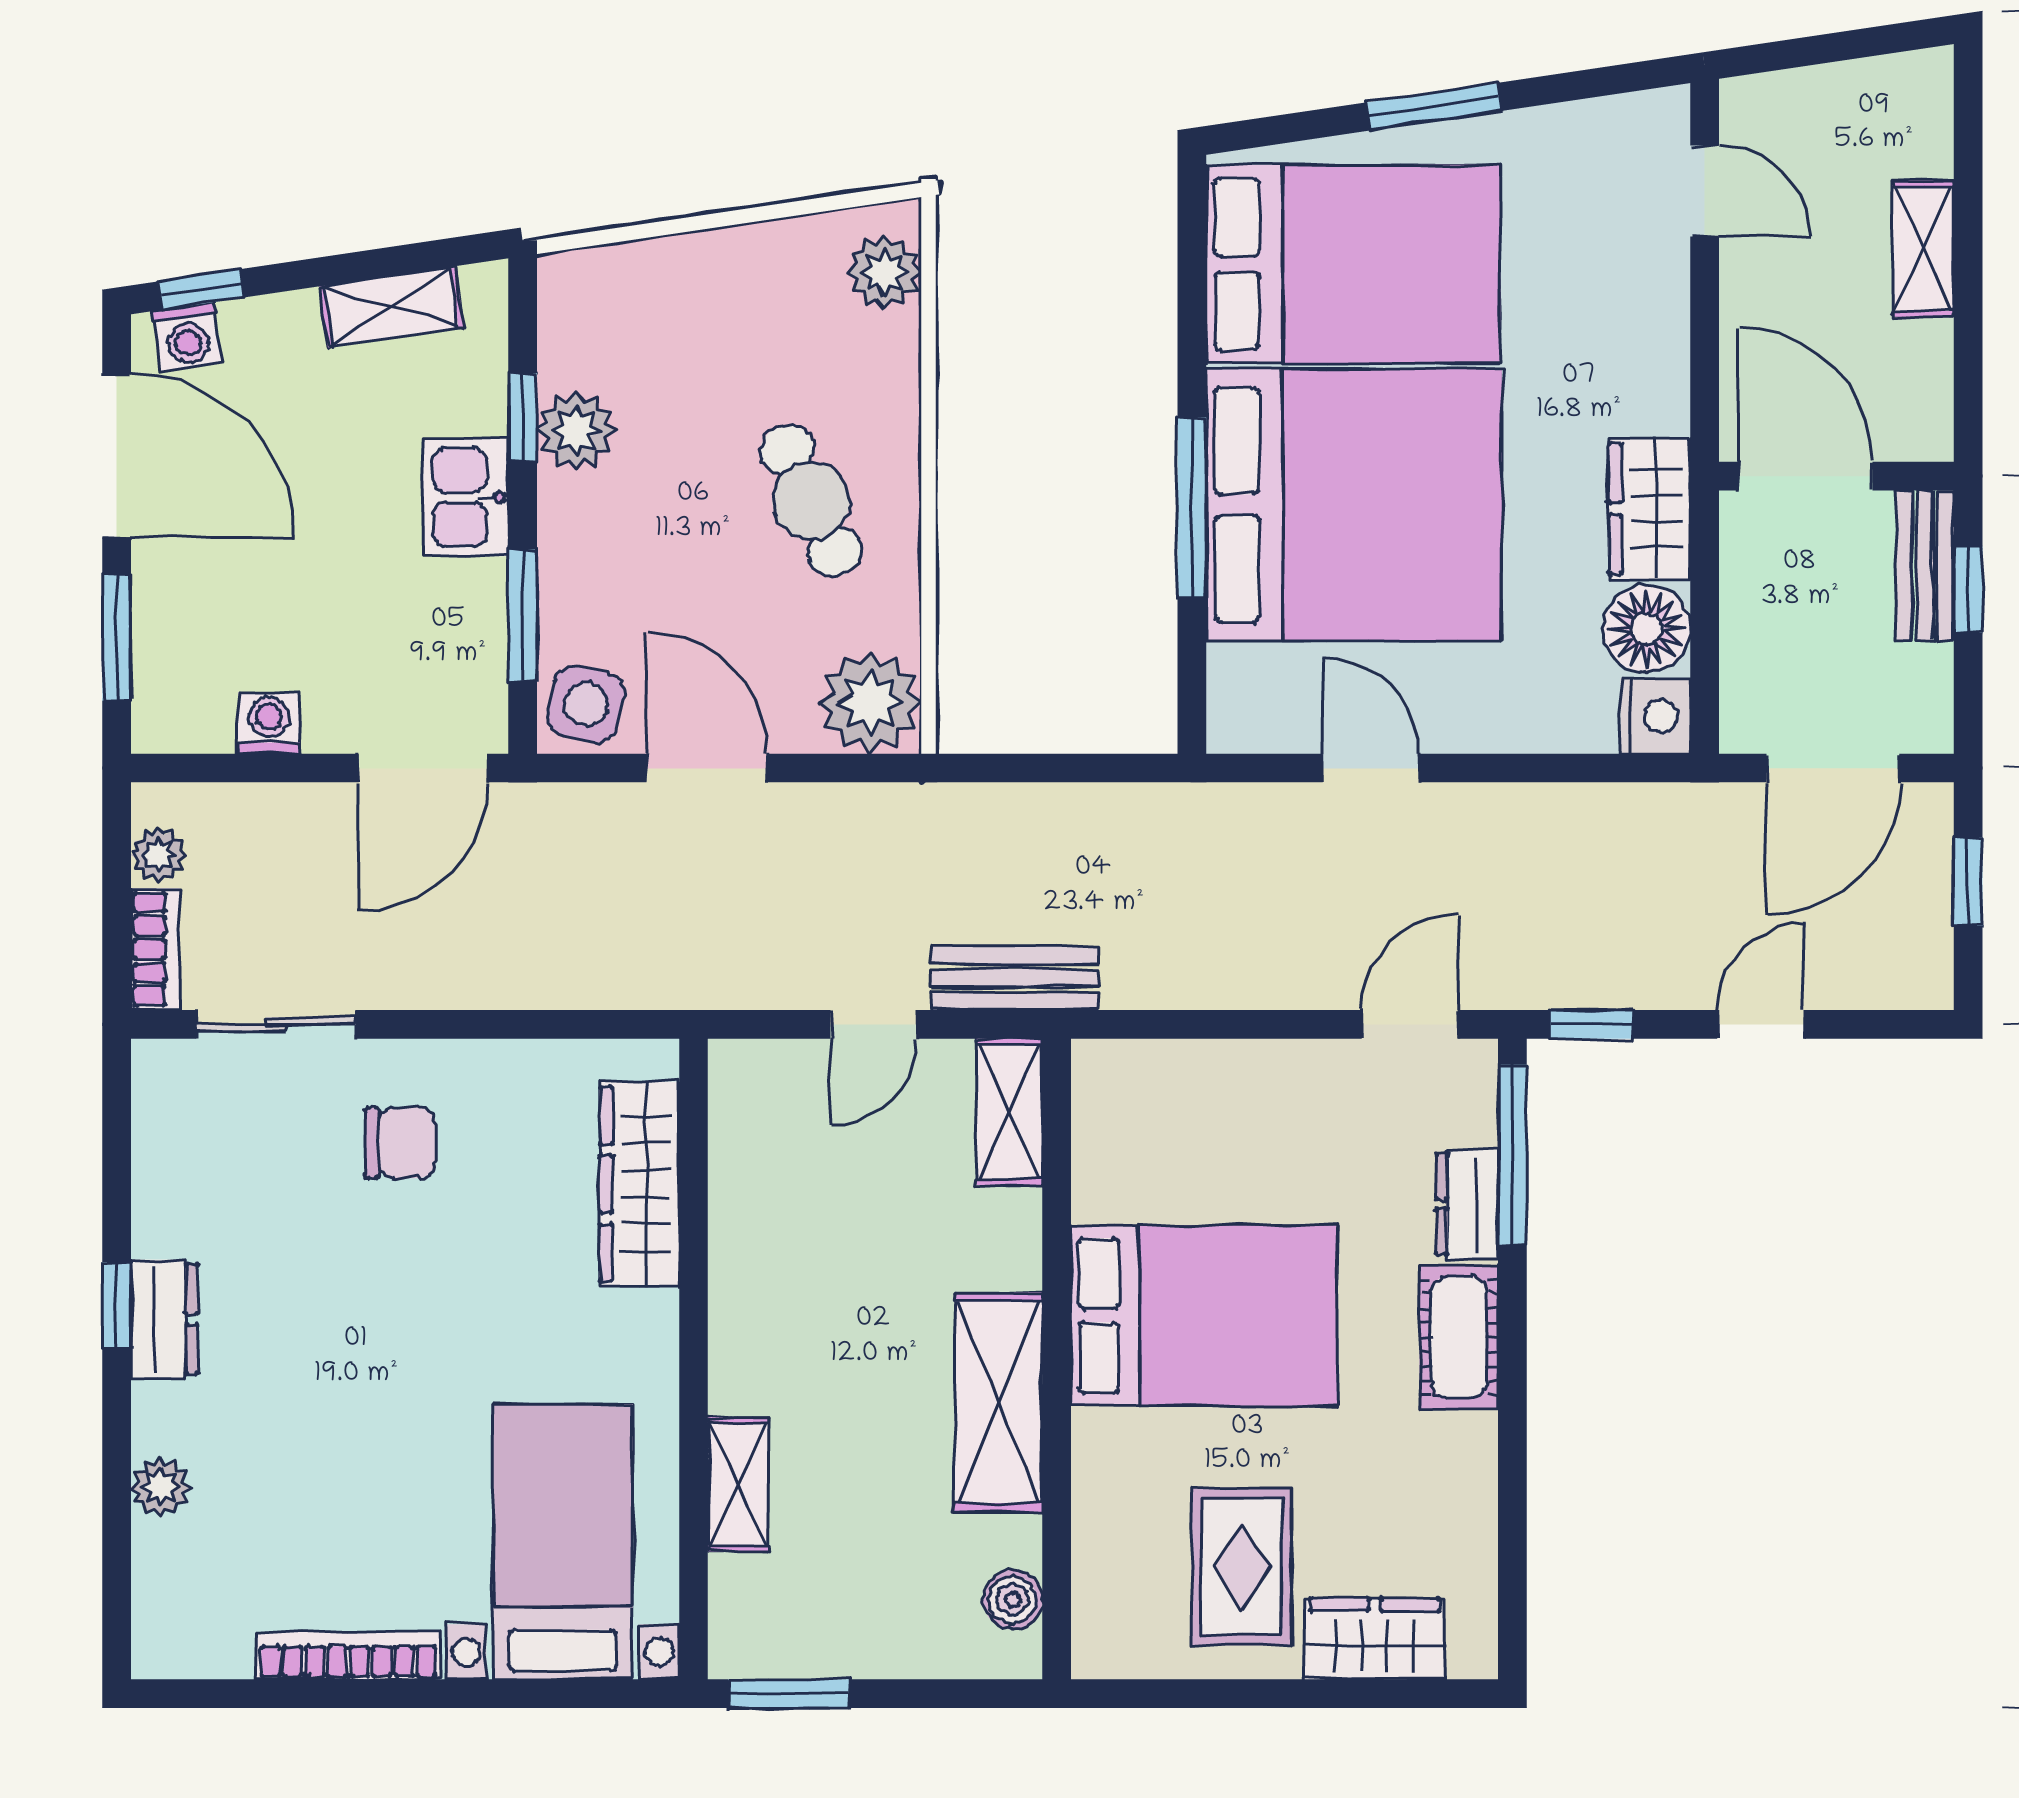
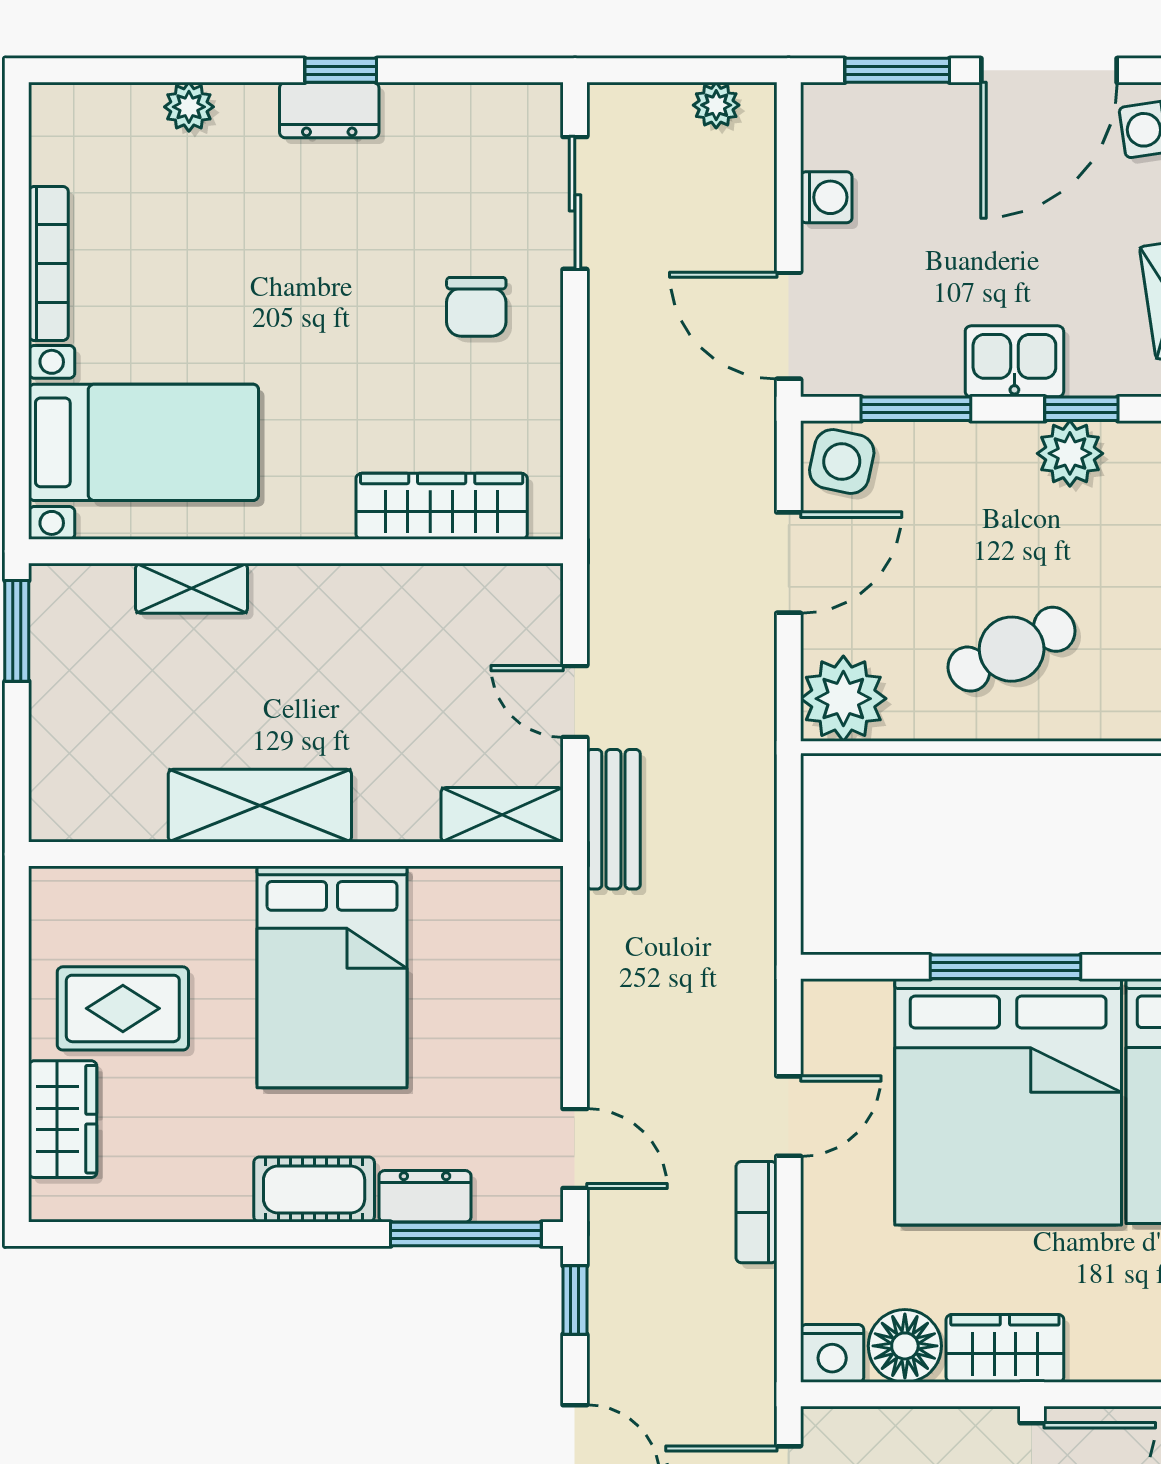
bookcase: (155, 949) -> (756, 1212), moved, turned 90
boiler: (1013, 1600) -> (95, 817), removed

